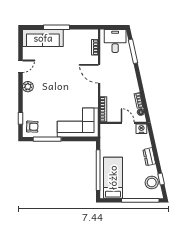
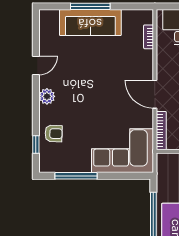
sofa: (43, 38) -> (90, 23), moved
door: (99, 74) -> (155, 94), moved
armchair: (32, 127) -> (54, 134), moved

